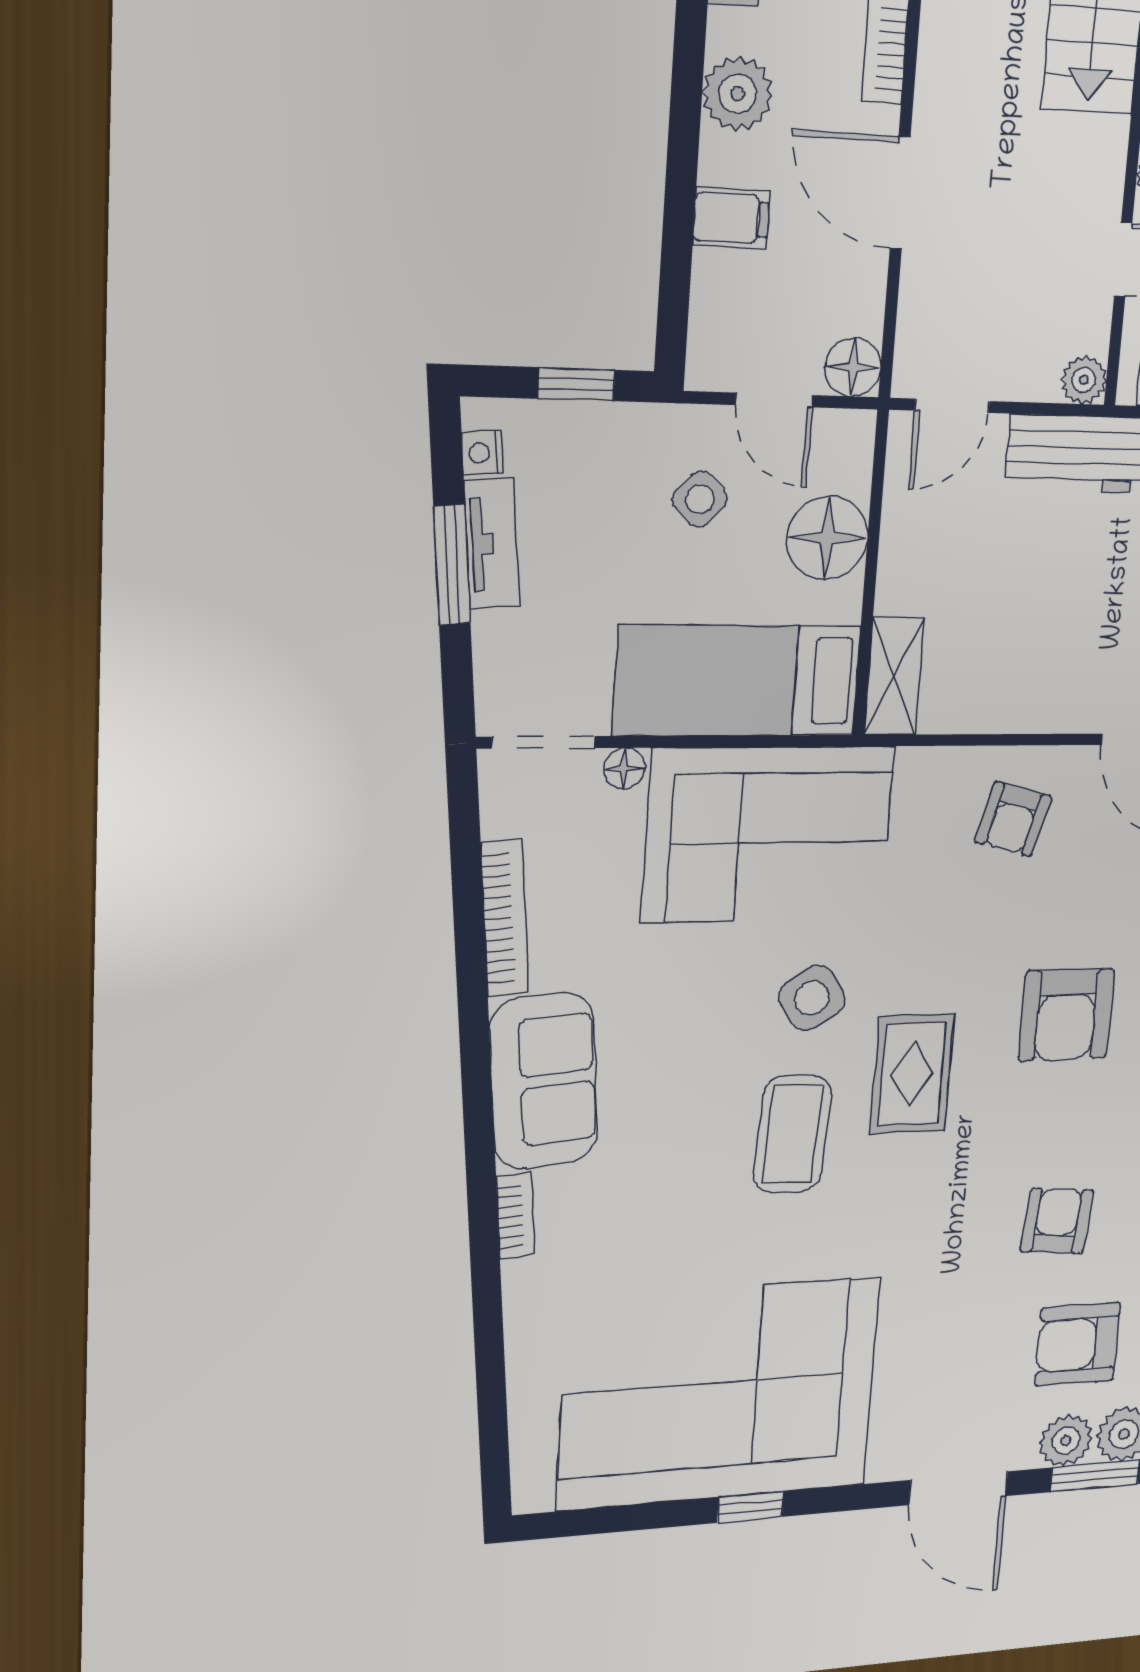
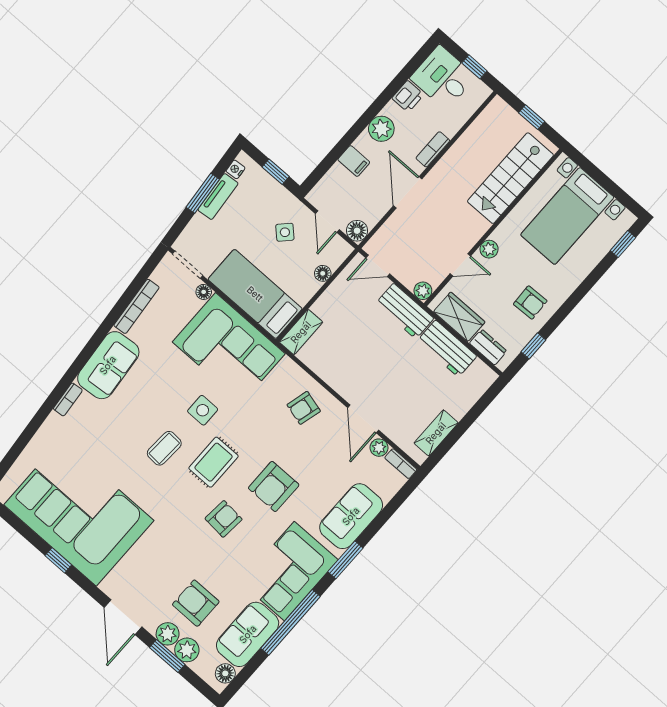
floor lamp: (827, 538) -> (323, 273), width x0.53, depth x0.53
side table: (812, 998) -> (203, 410), turned 33
coffee table: (792, 1134) -> (164, 448), width x0.73, depth x0.77
armchair: (1057, 1221) -> (224, 519), moved

